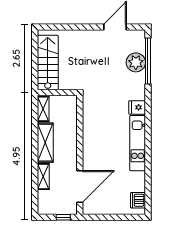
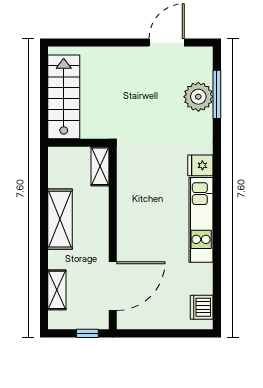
window: (148, 61) -> (217, 94), width x0.68
shelving: (43, 109) -> (100, 166), moved
shelving: (43, 177) -> (57, 290), moved

